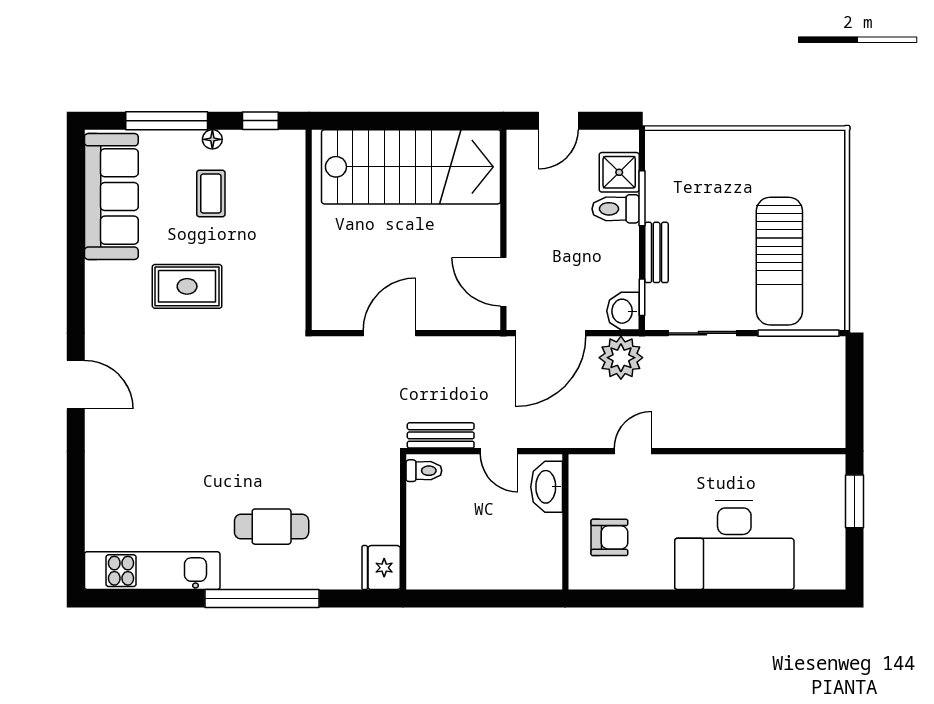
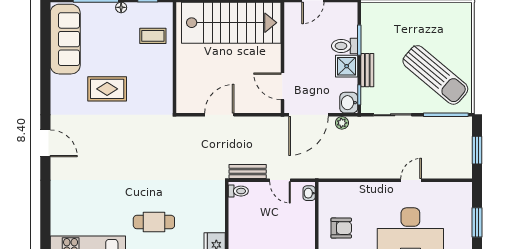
shower: (619, 172) -> (347, 66), moved
coffee table: (211, 194) -> (153, 36), moved, turned 90
sun lounger: (779, 261) -> (435, 75), turned -50
plant: (621, 358) -> (342, 123), width x0.53, depth x0.53
window: (854, 397) -> (477, 150), added
door: (633, 451) -> (411, 180), moved
washbasin: (547, 487) -> (309, 193), width x0.52, depth x0.69
window: (854, 501) -> (477, 222), moved

